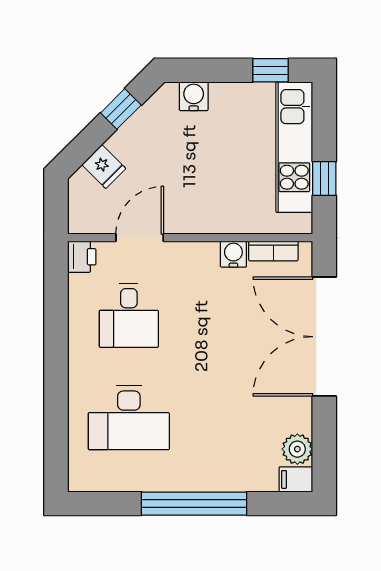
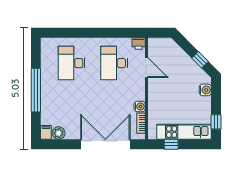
fridge: (104, 167) -> (176, 53), removed
desk: (129, 315) -> (114, 63), width x1.37

